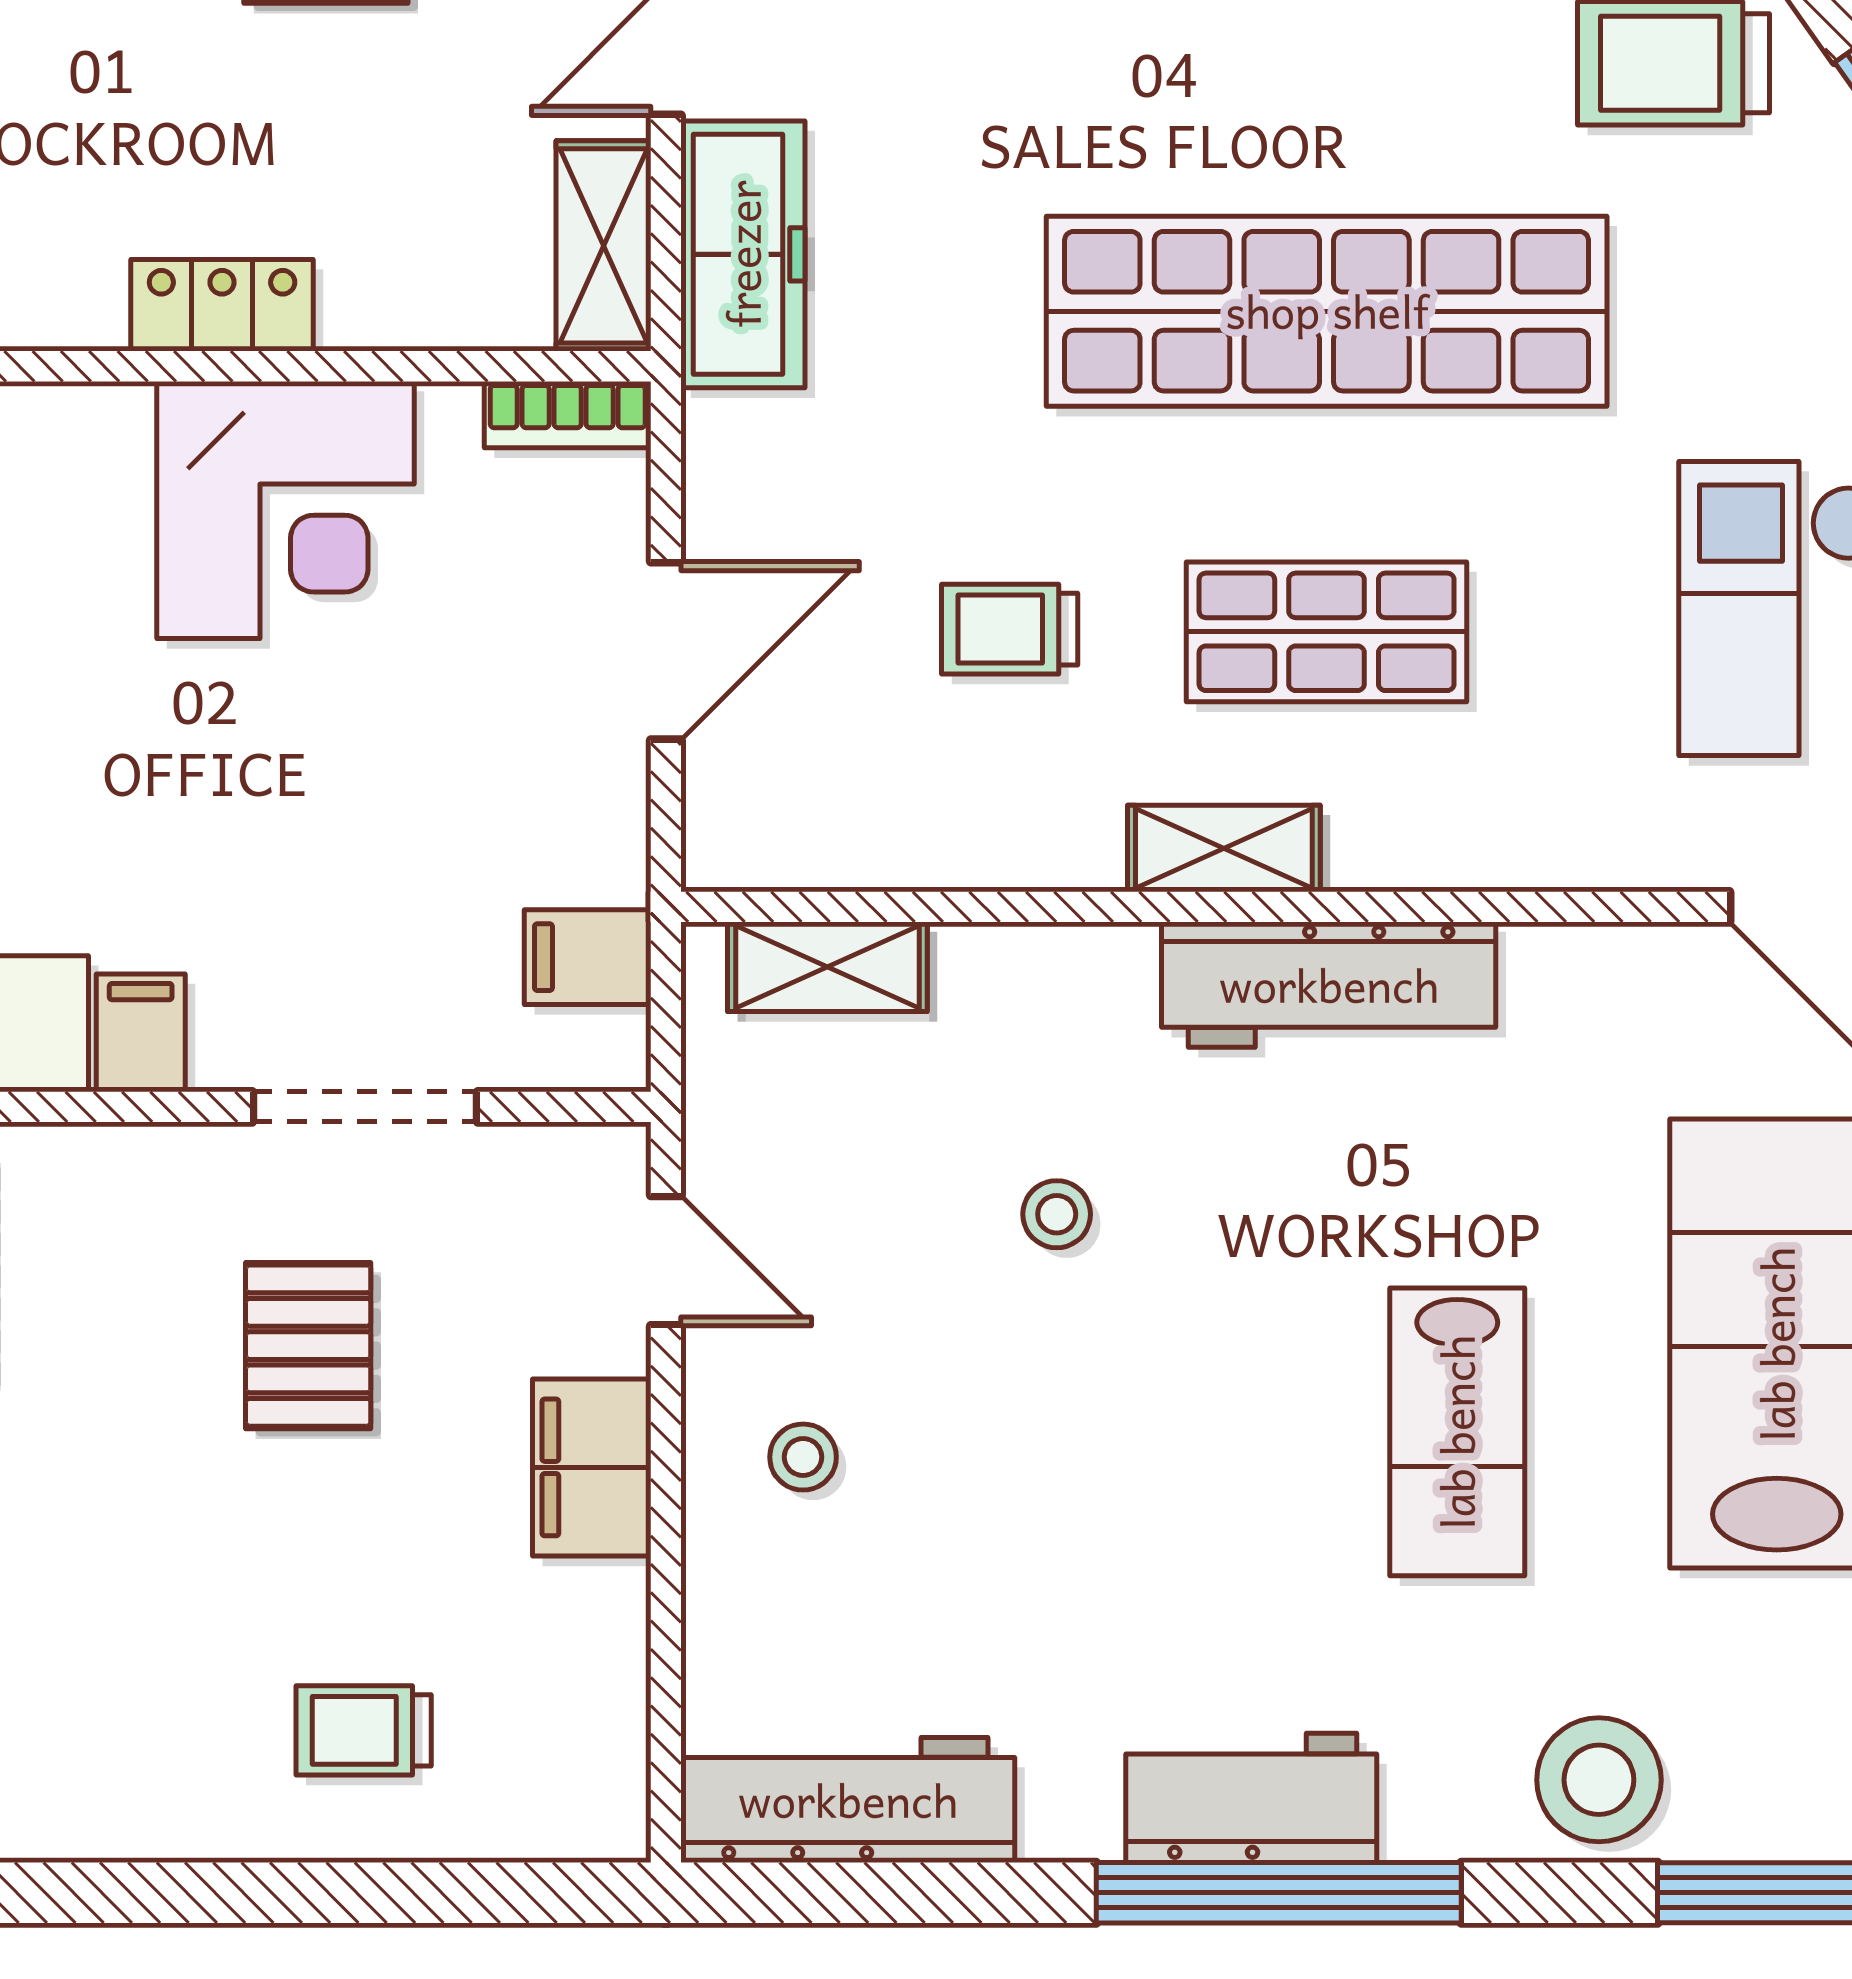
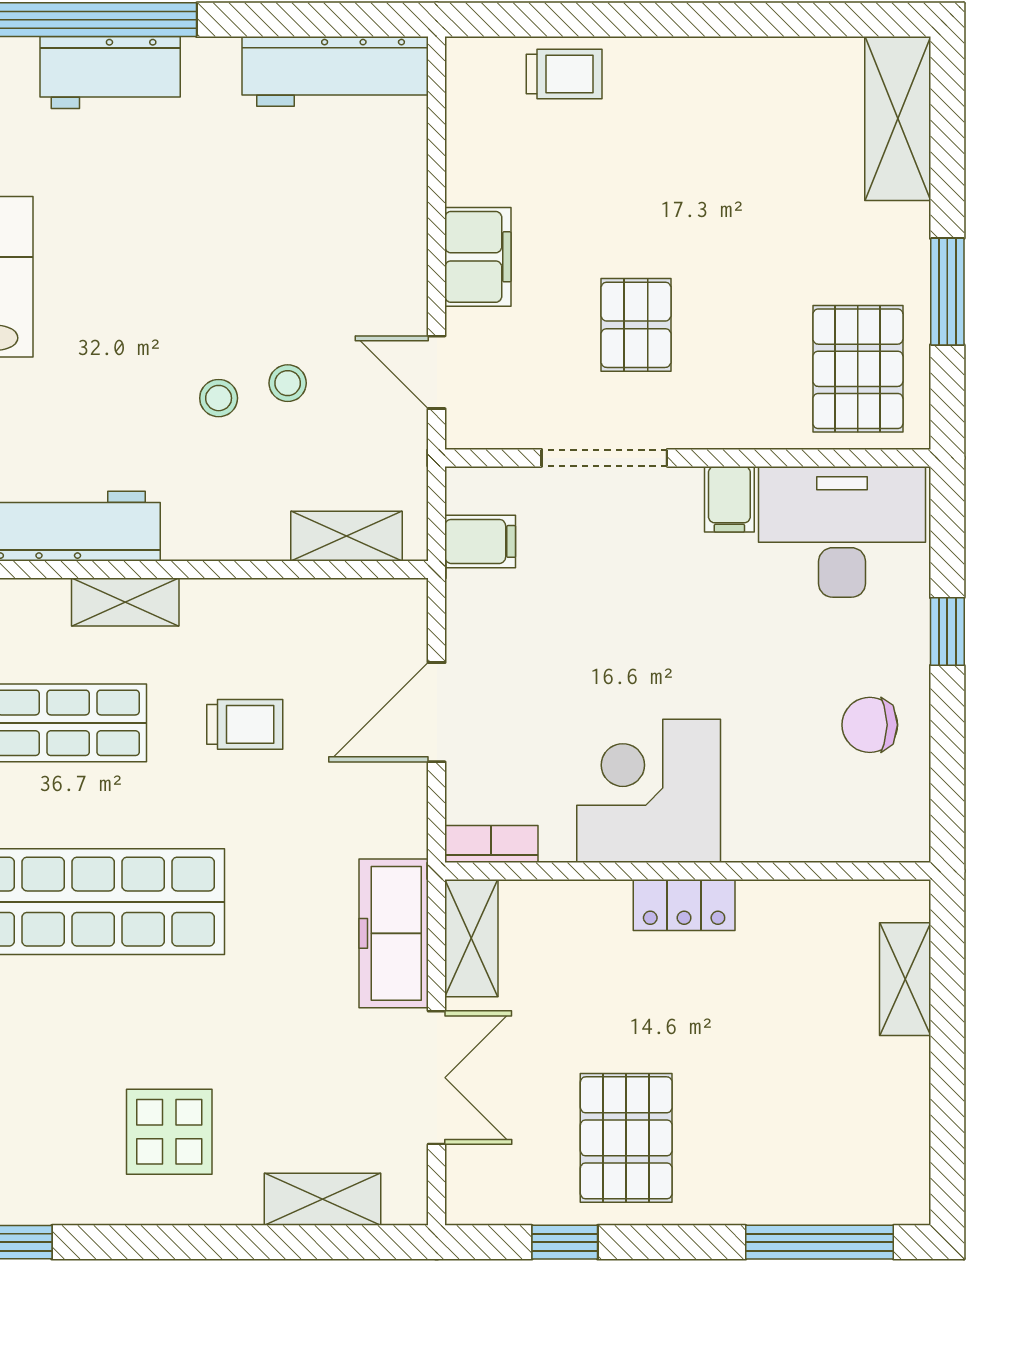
stool: (803, 1457) -> (288, 383), moved
trolley: (364, 1730) -> (564, 74), moved

